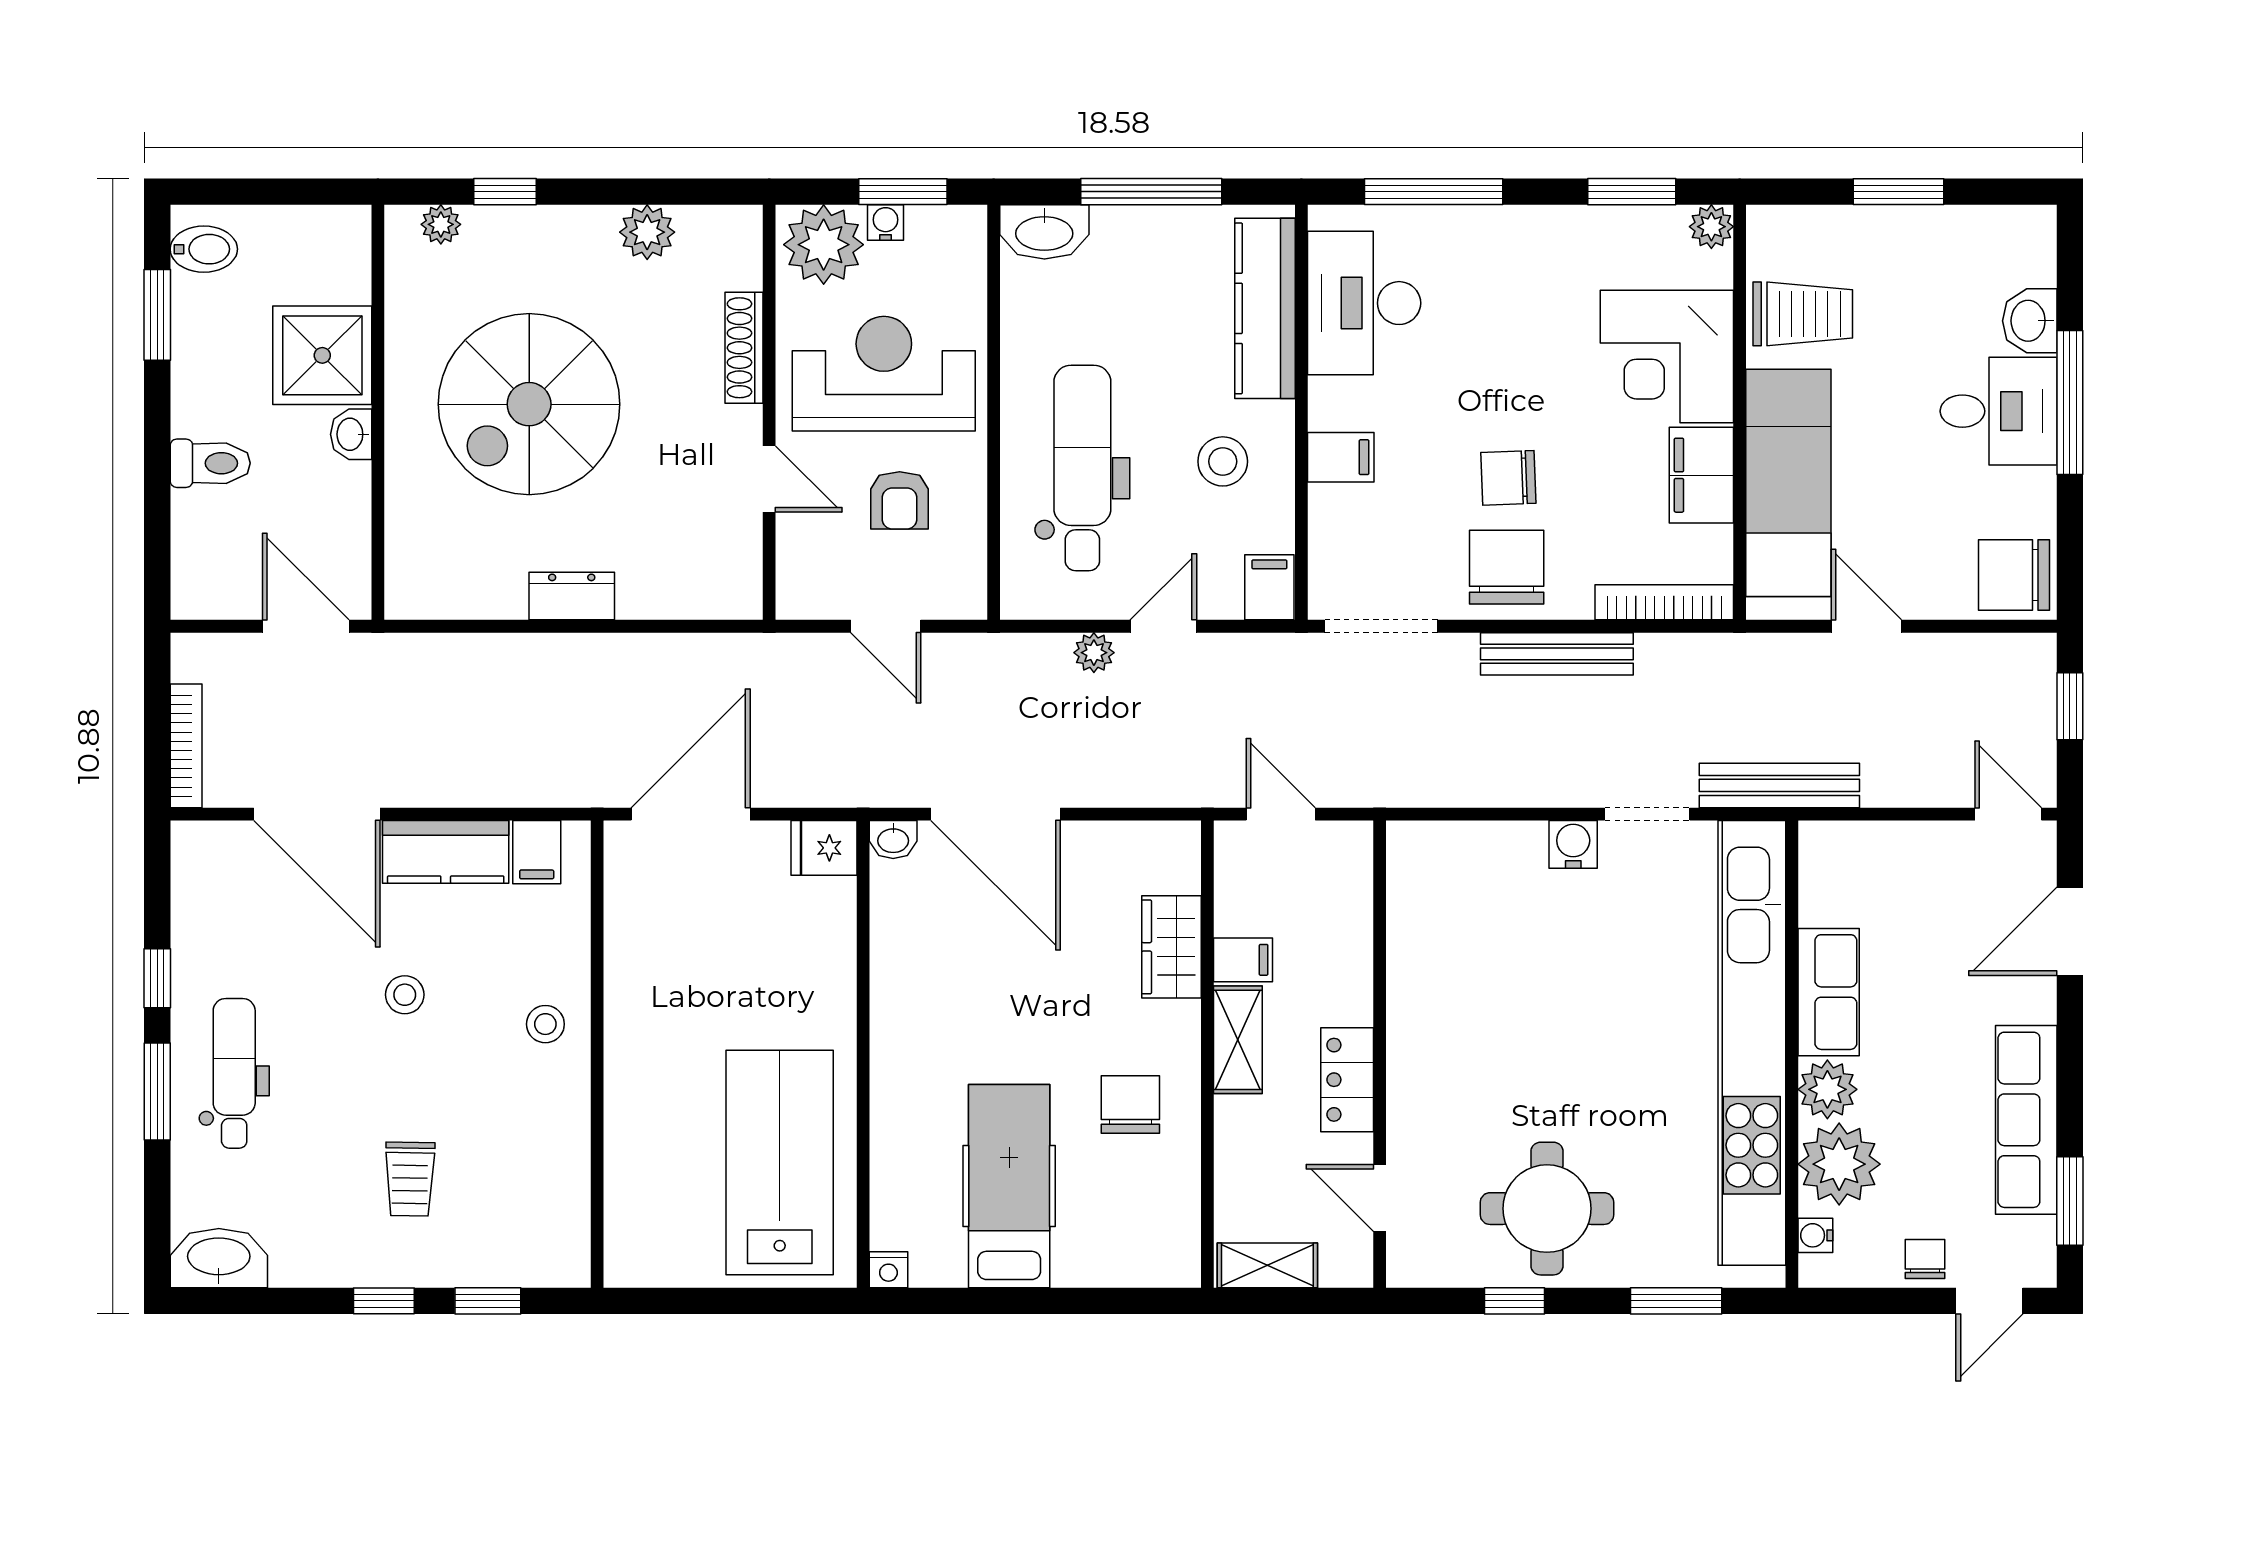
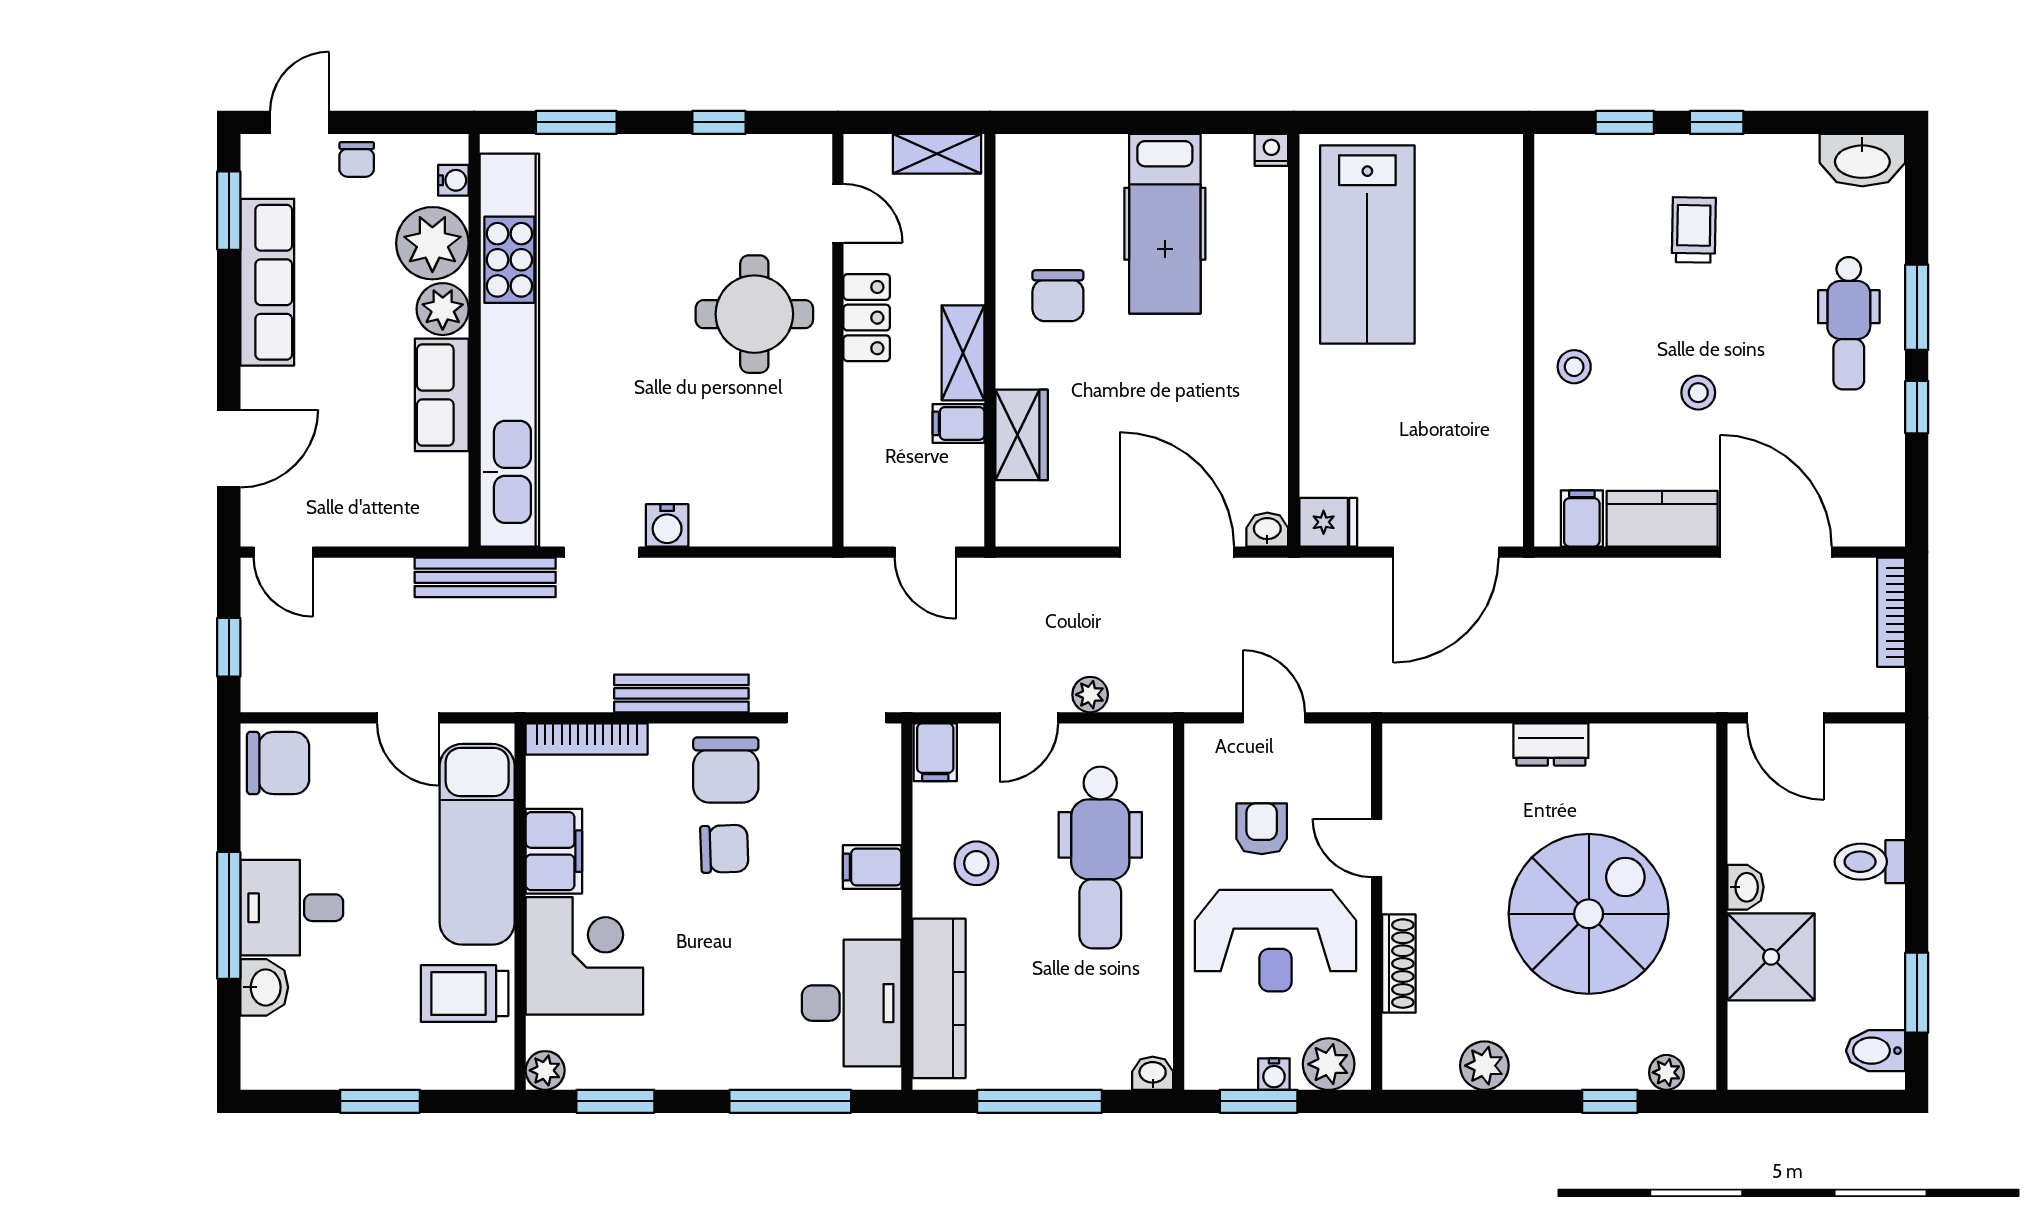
washbasin: (1044, 232) -> (1153, 1073), width x0.52, depth x0.69
plant: (824, 245) -> (1329, 1064), width x0.73, depth x0.73
round table: (1547, 1209) -> (754, 314), moved

